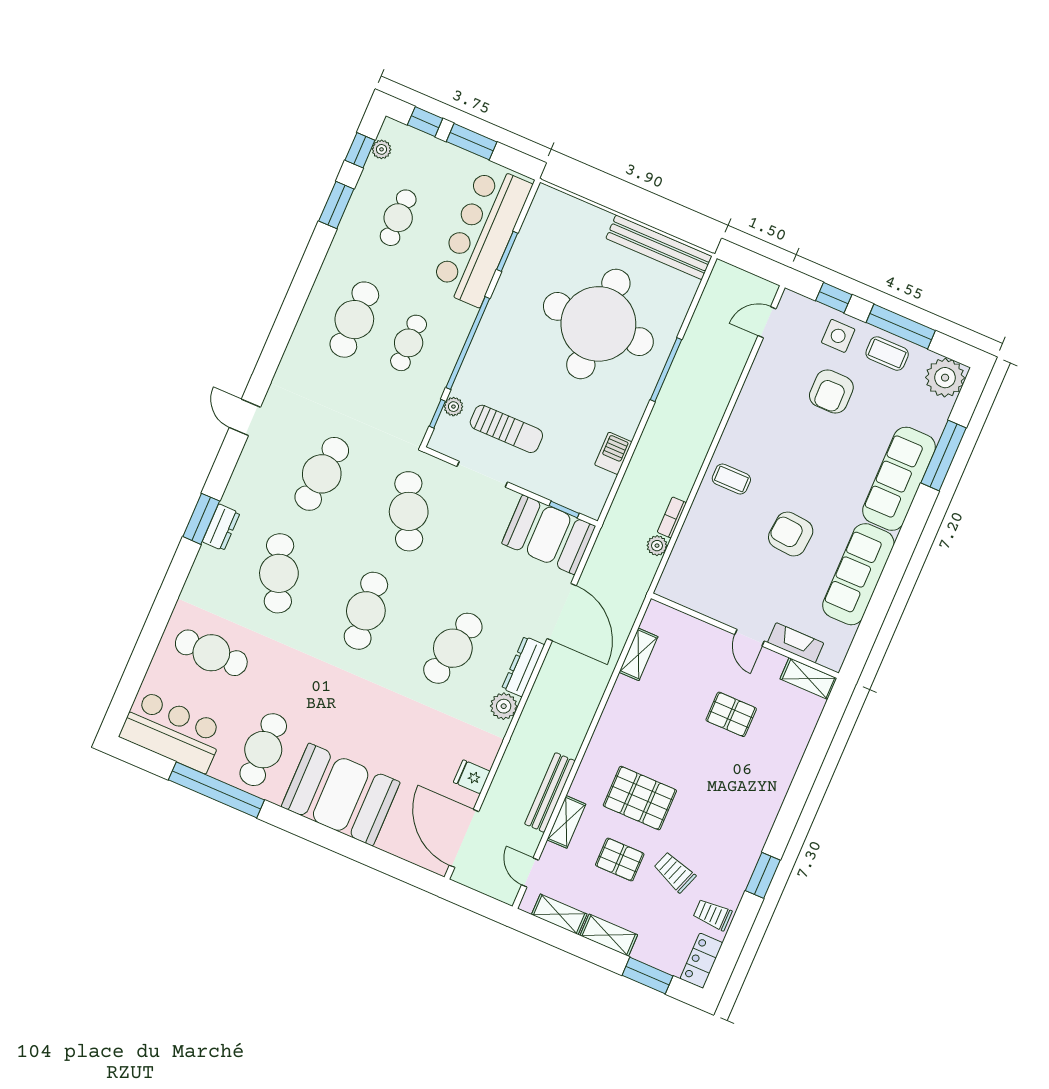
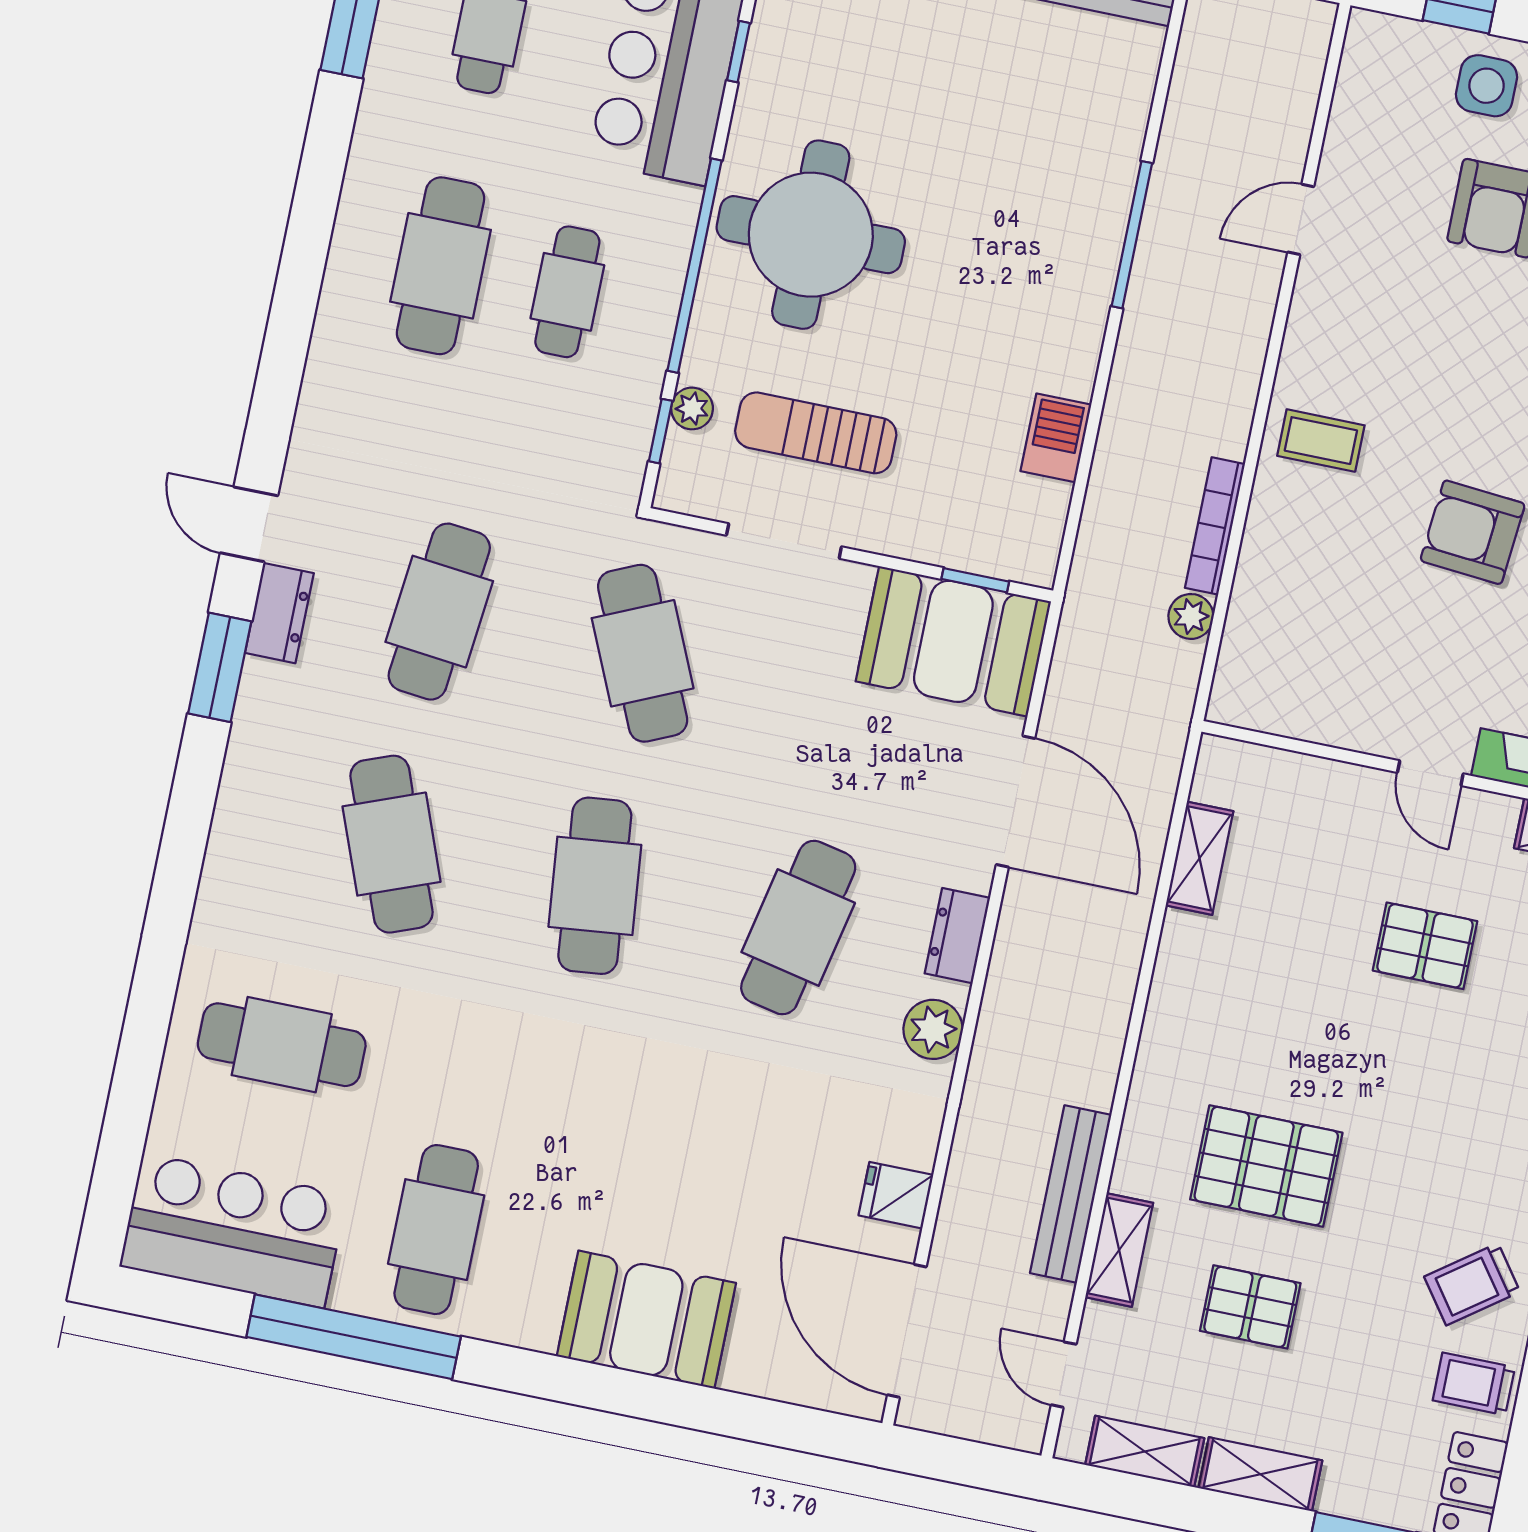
window: (507, 251) -> (738, 52), width x0.67
door: (767, 322) -> (1301, 219), moved
round table: (598, 324) -> (811, 235), moved, width x0.73, depth x0.73
sun lounger: (506, 429) -> (816, 433), turned 180
bookcase: (672, 517) -> (1215, 526), width x1.56
window: (201, 519) -> (220, 667), moved
dresser: (221, 527) -> (279, 613), moved
dresser: (523, 667) -> (957, 936), width x0.70
booth: (341, 794) -> (646, 1320), width x0.73, depth x0.70
trolley: (675, 872) -> (1472, 1284), moved, turned -56

